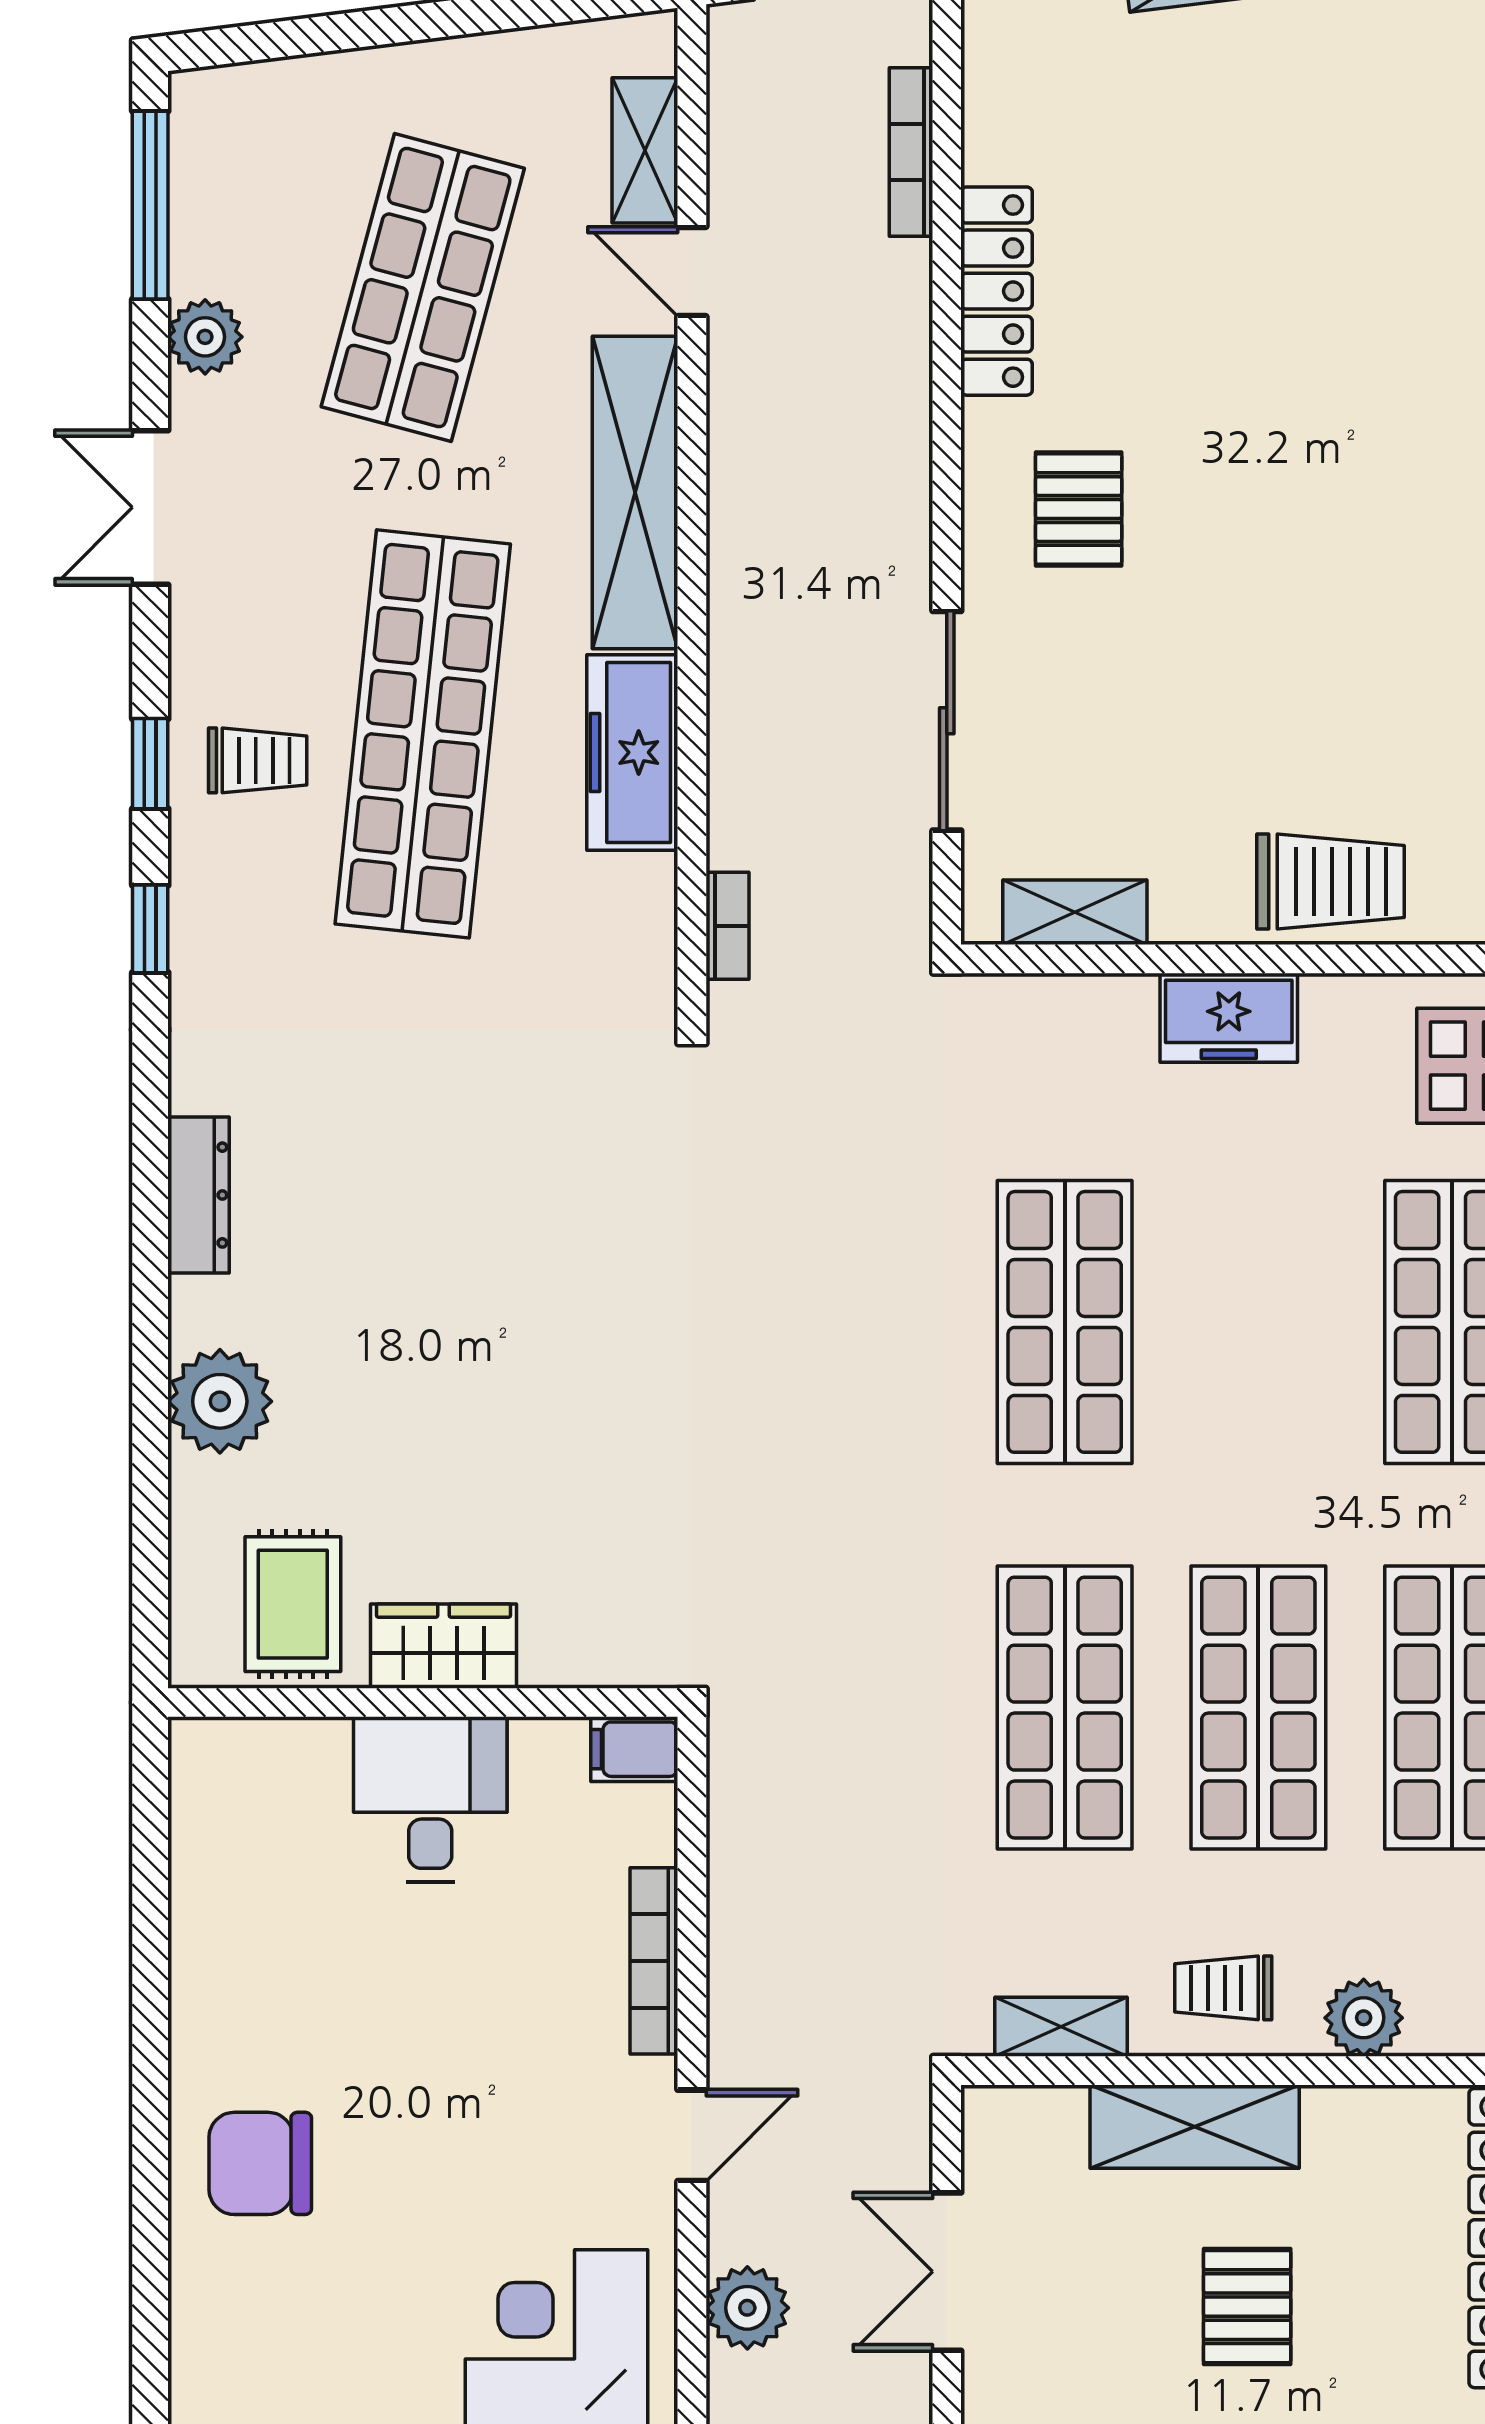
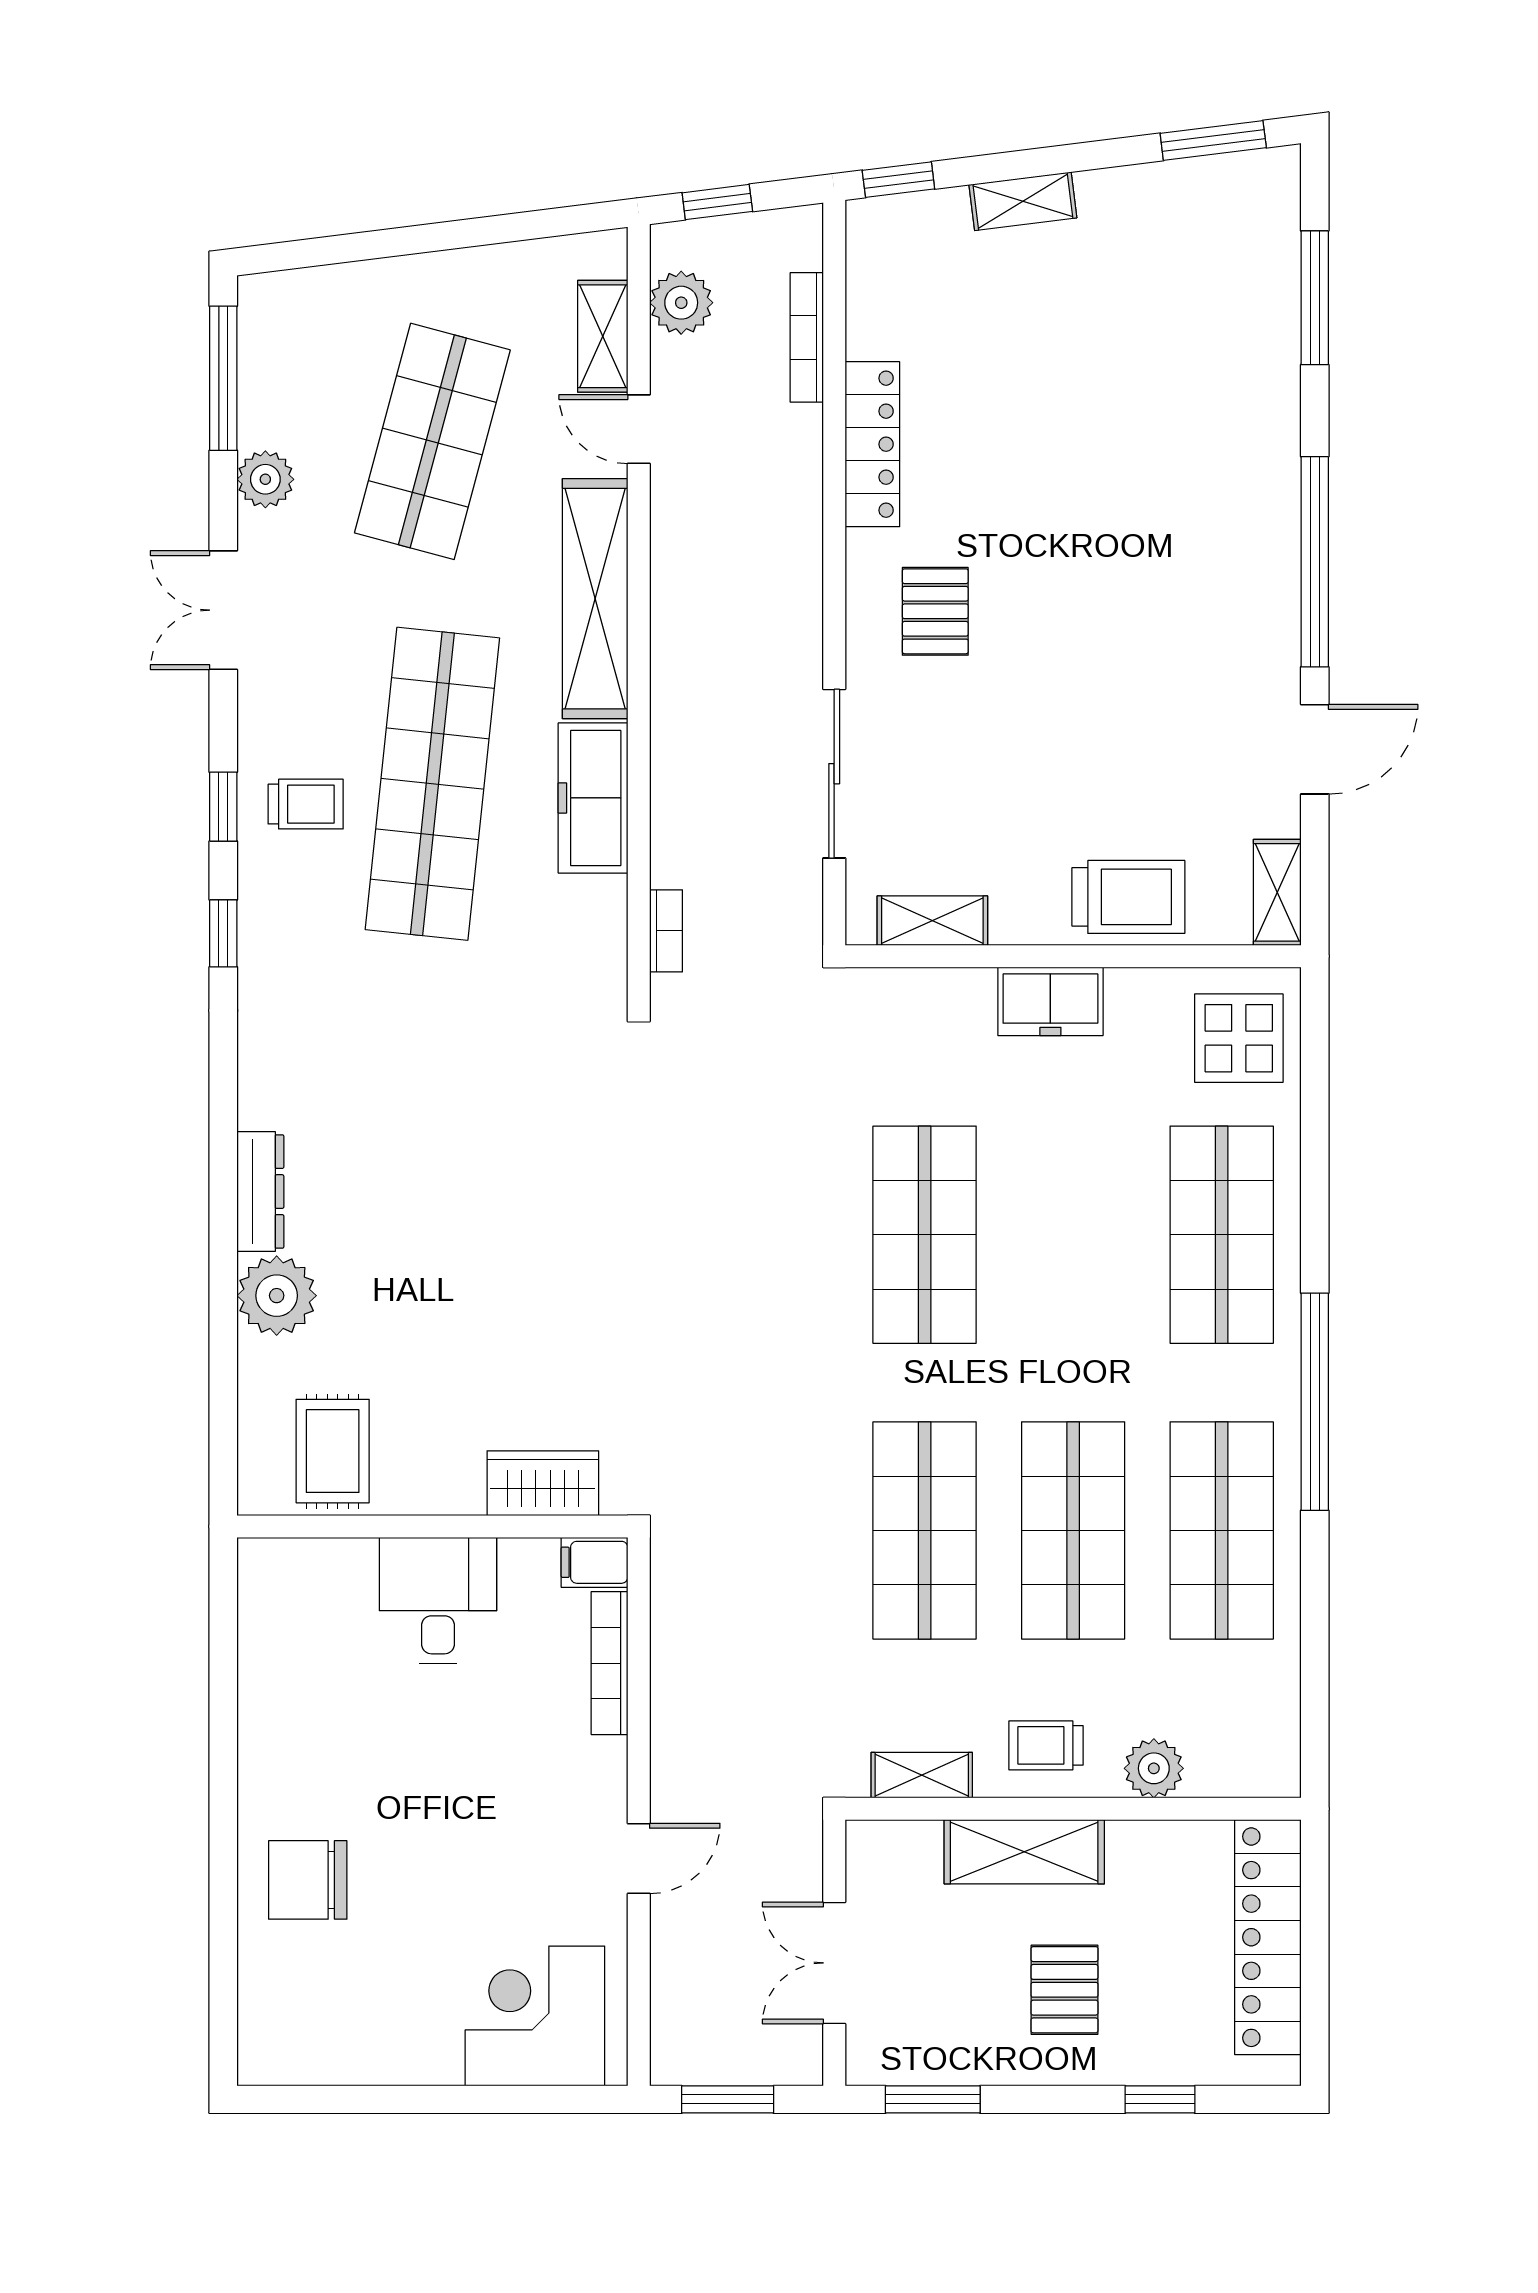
dresser: (198, 1195) -> (260, 1192), moved
wardrobe: (444, 1646) -> (543, 1483), moved
bookcase: (654, 1961) -> (610, 1663), moved
plant: (747, 2308) -> (681, 303), moved

